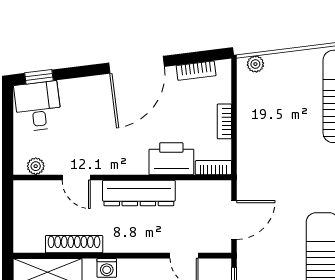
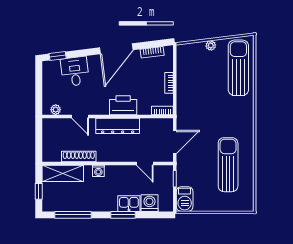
plant: (255, 64) -> (211, 45), moved
desk: (38, 106) -> (75, 71), moved
printer: (171, 159) -> (123, 105), moved

